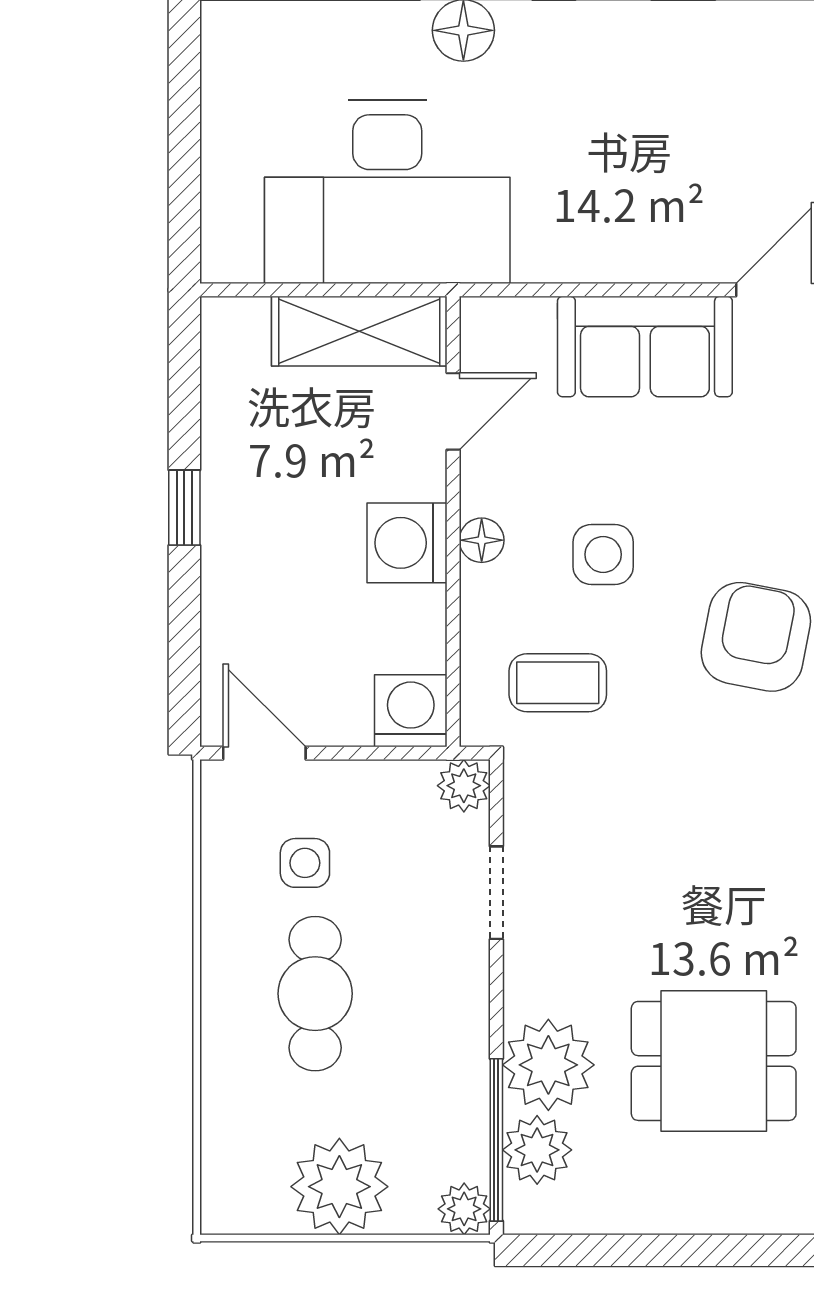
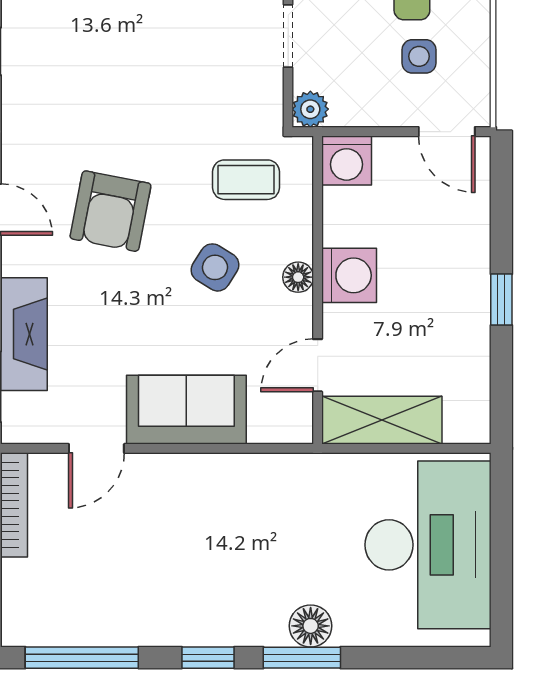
desk: (387, 192) -> (428, 545), moved, turned 90
side table: (603, 554) -> (215, 267), turned 32

